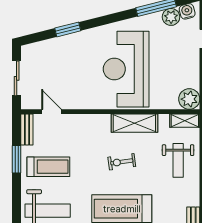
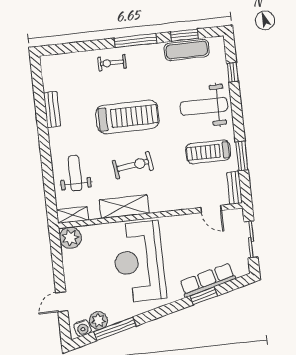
row of seats: (62, 44) -> (208, 280), added
reception desk: (126, 69) -> (139, 262), turned 180
exercise bike: (122, 162) -> (133, 165), width x1.38, depth x1.39

